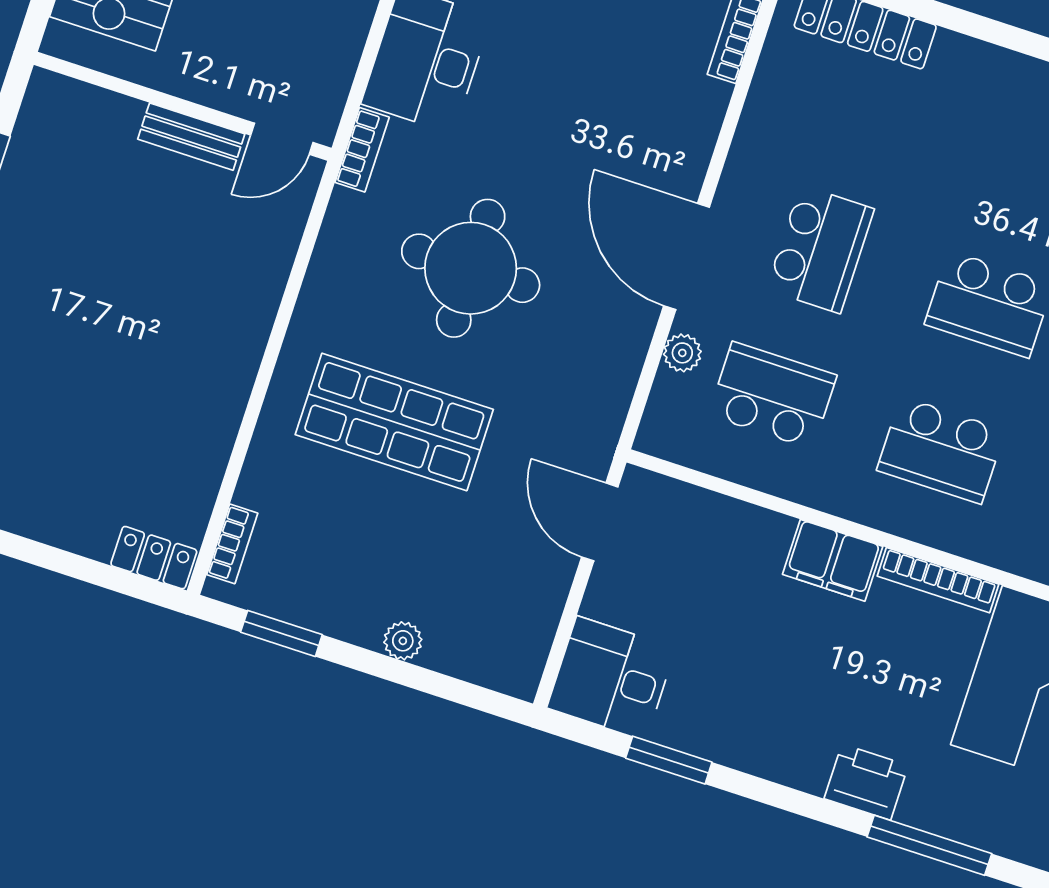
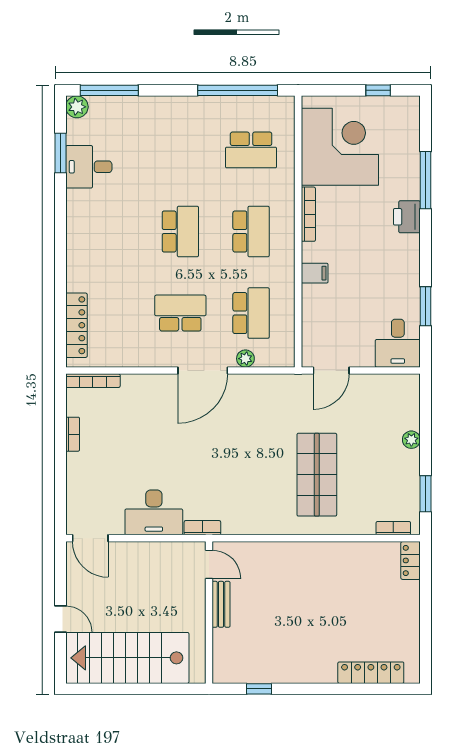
round table: (471, 268) -> (239, 463), removed
school desk: (773, 395) -> (251, 313), turned 180
filing cabinet: (833, 560) -> (315, 273), width x0.50

